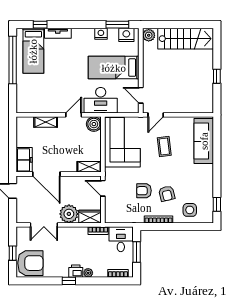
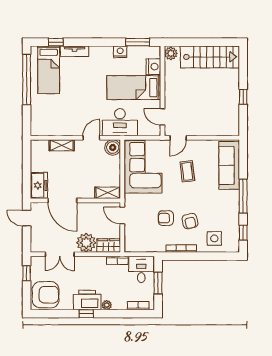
nightstand: (126, 35) -> (153, 67), moved, turned 90
window: (217, 170) -> (243, 196), added
window: (13, 253) -> (27, 273), moved
printer: (76, 271) -> (87, 300), width x1.87, depth x1.48

